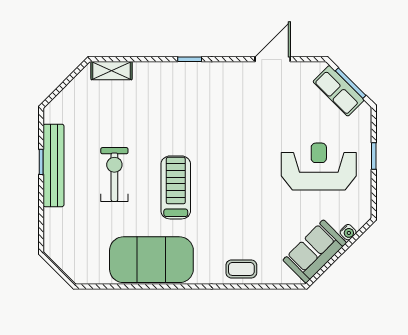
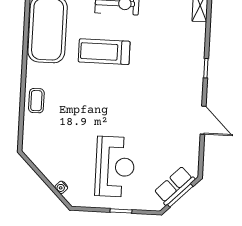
door: (273, 59) -> (203, 120), moved
treadmill: (176, 187) -> (104, 52), turned 180
sofa: (315, 251) -> (47, 160), removed

